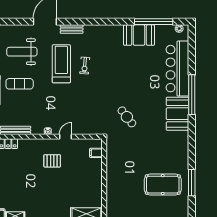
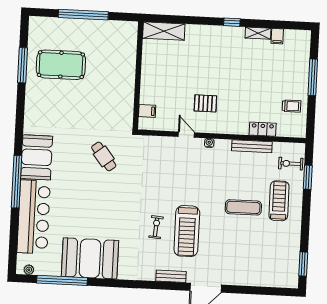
booth: (139, 35) -> (90, 258), width x1.36, depth x1.42
weight bench: (22, 52) -> (238, 250), removed
door: (65, 137) -> (186, 135), swing flipped

